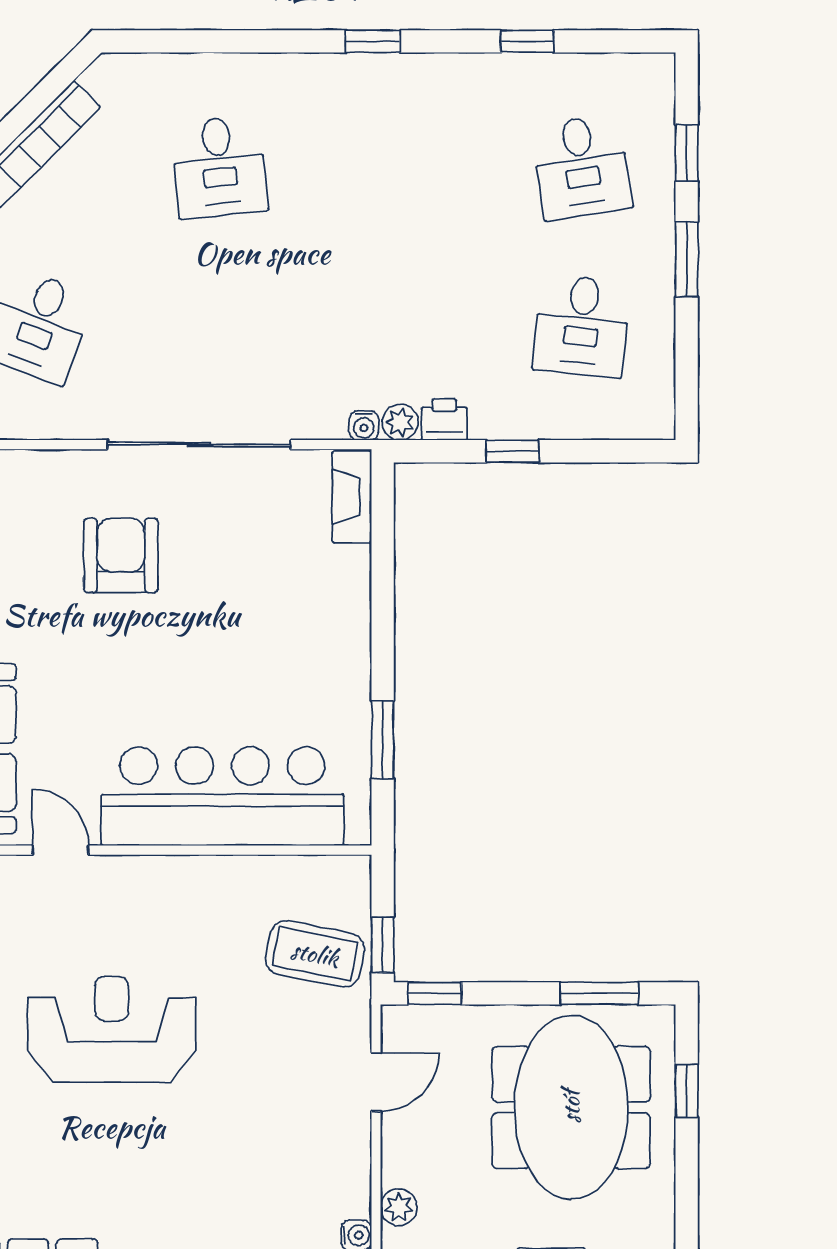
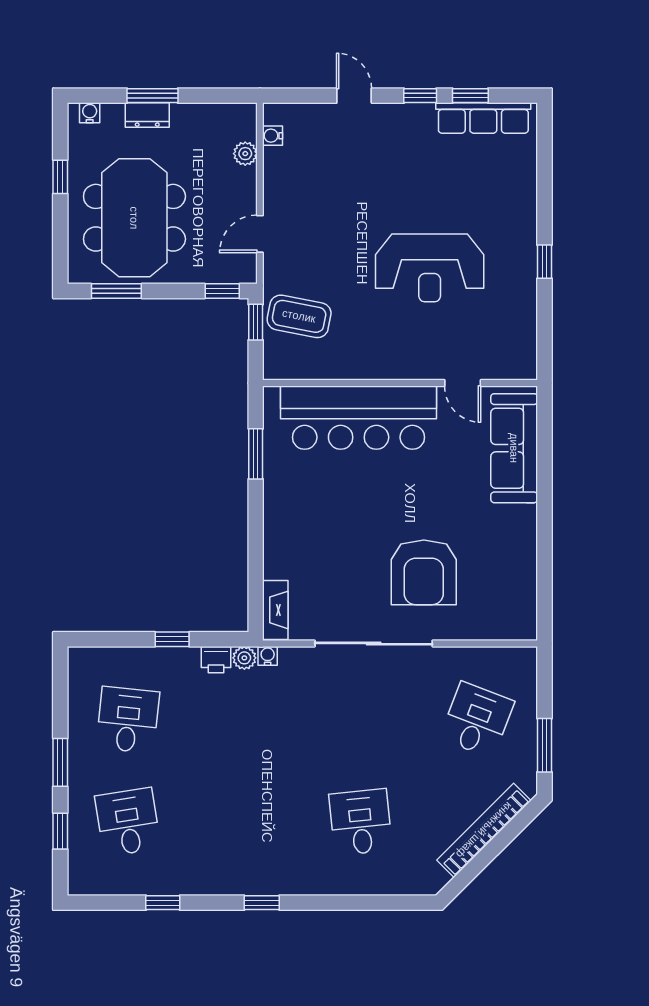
armchair: (121, 555) -> (424, 572), width x1.36, depth x1.36
window: (687, 1091) -> (60, 177), moved

